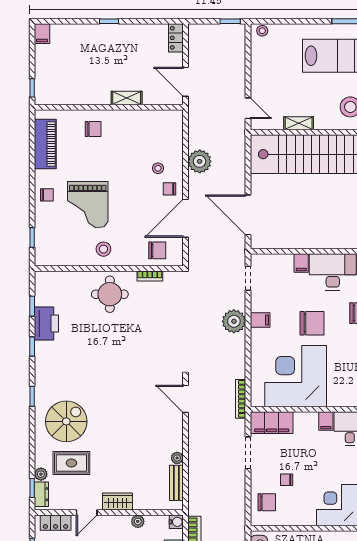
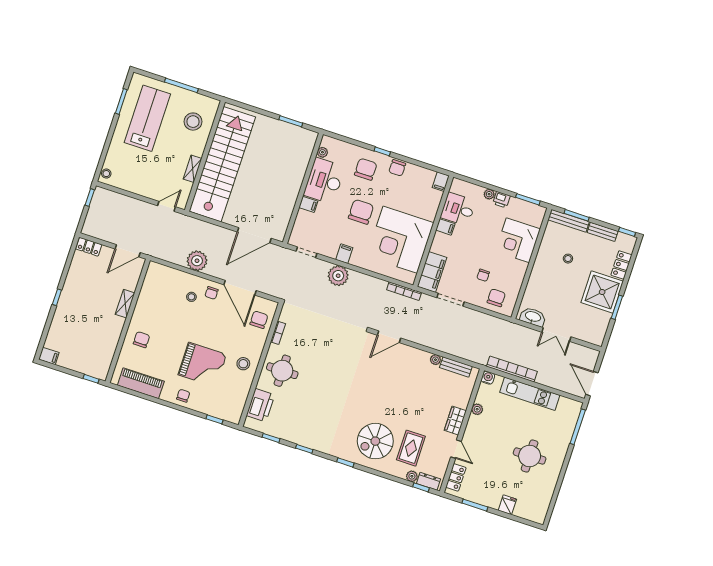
printer: (46, 324) -> (260, 405), moved, turned 90
spiral stairs: (66, 421) -> (375, 441), turned -90

